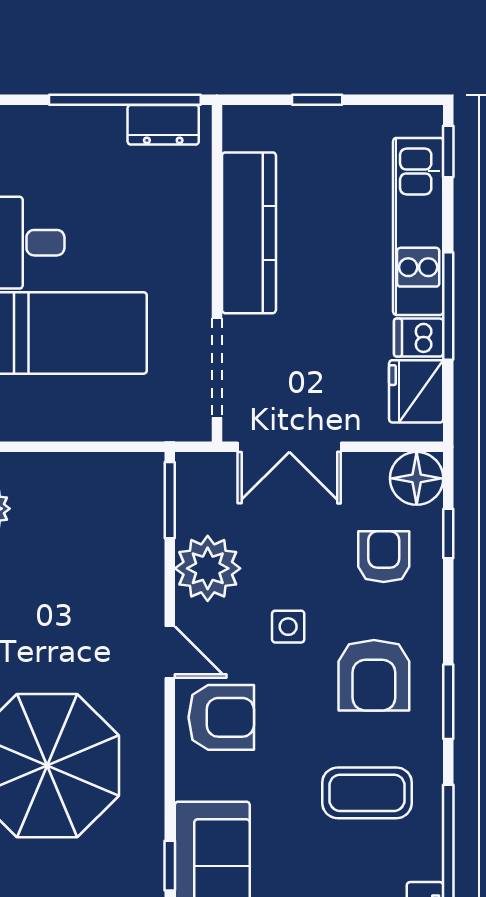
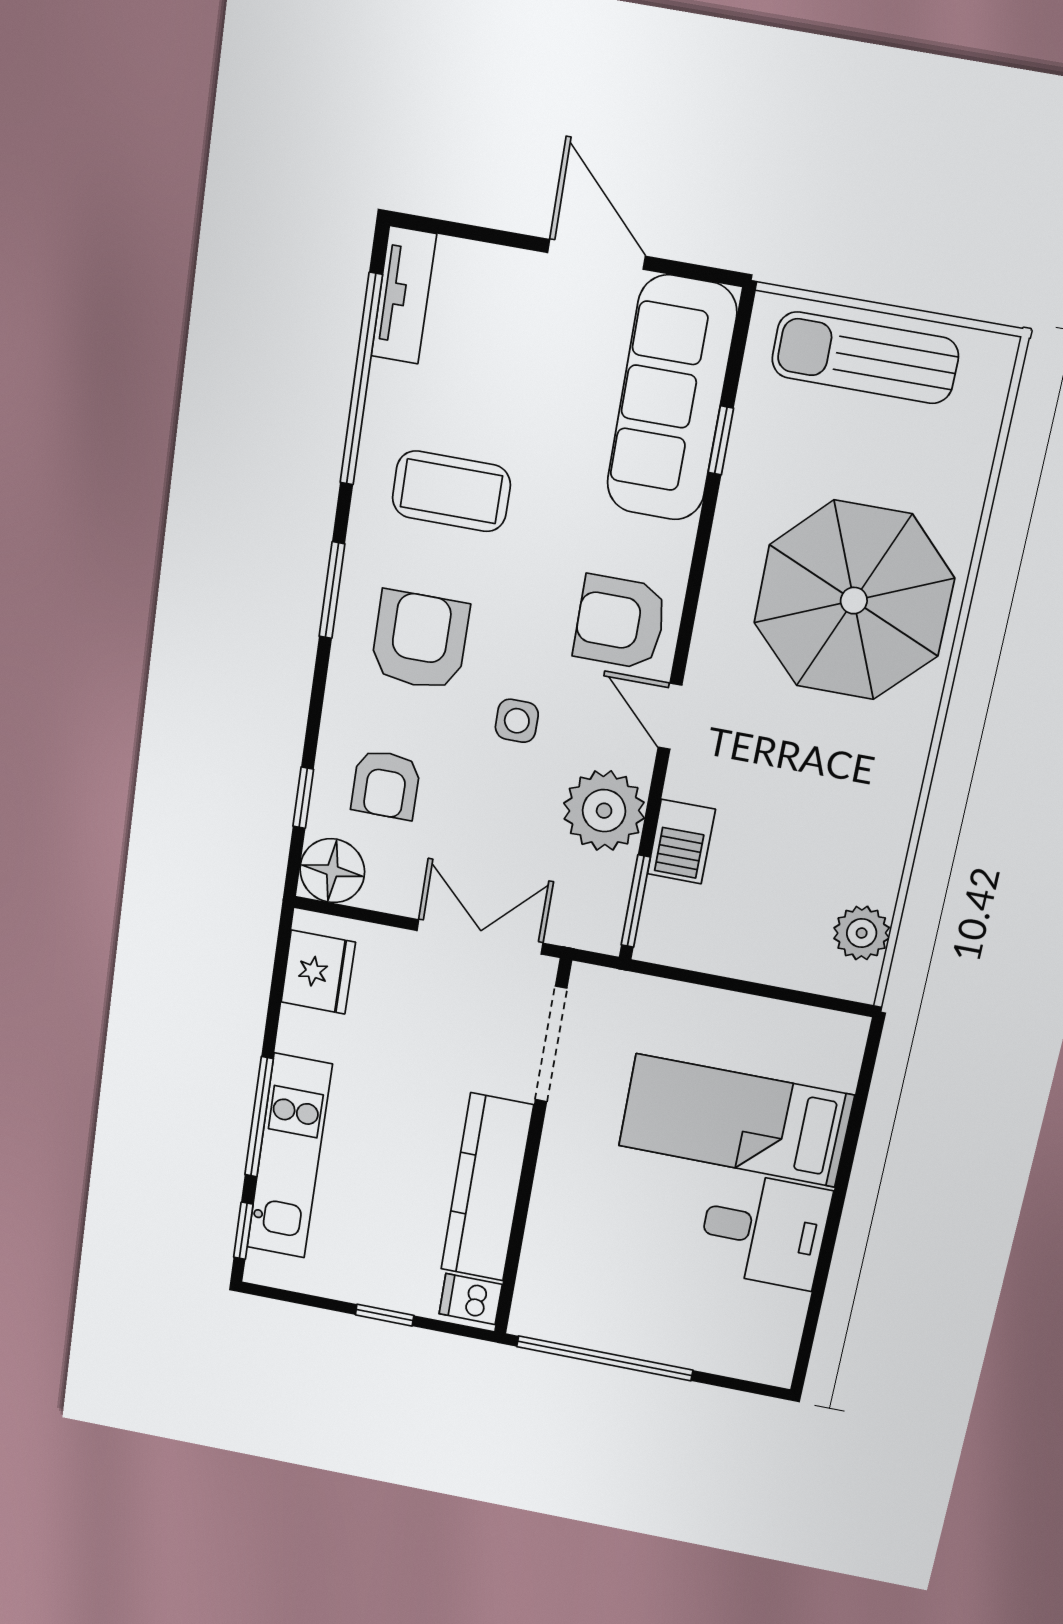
dresser: (163, 125) -> (566, 1323), removed
window: (448, 306) -> (259, 1117), moved
dishwasher: (419, 338) -> (471, 1299), moved, turned 180
barbecue: (143, 555) -> (681, 842), added

